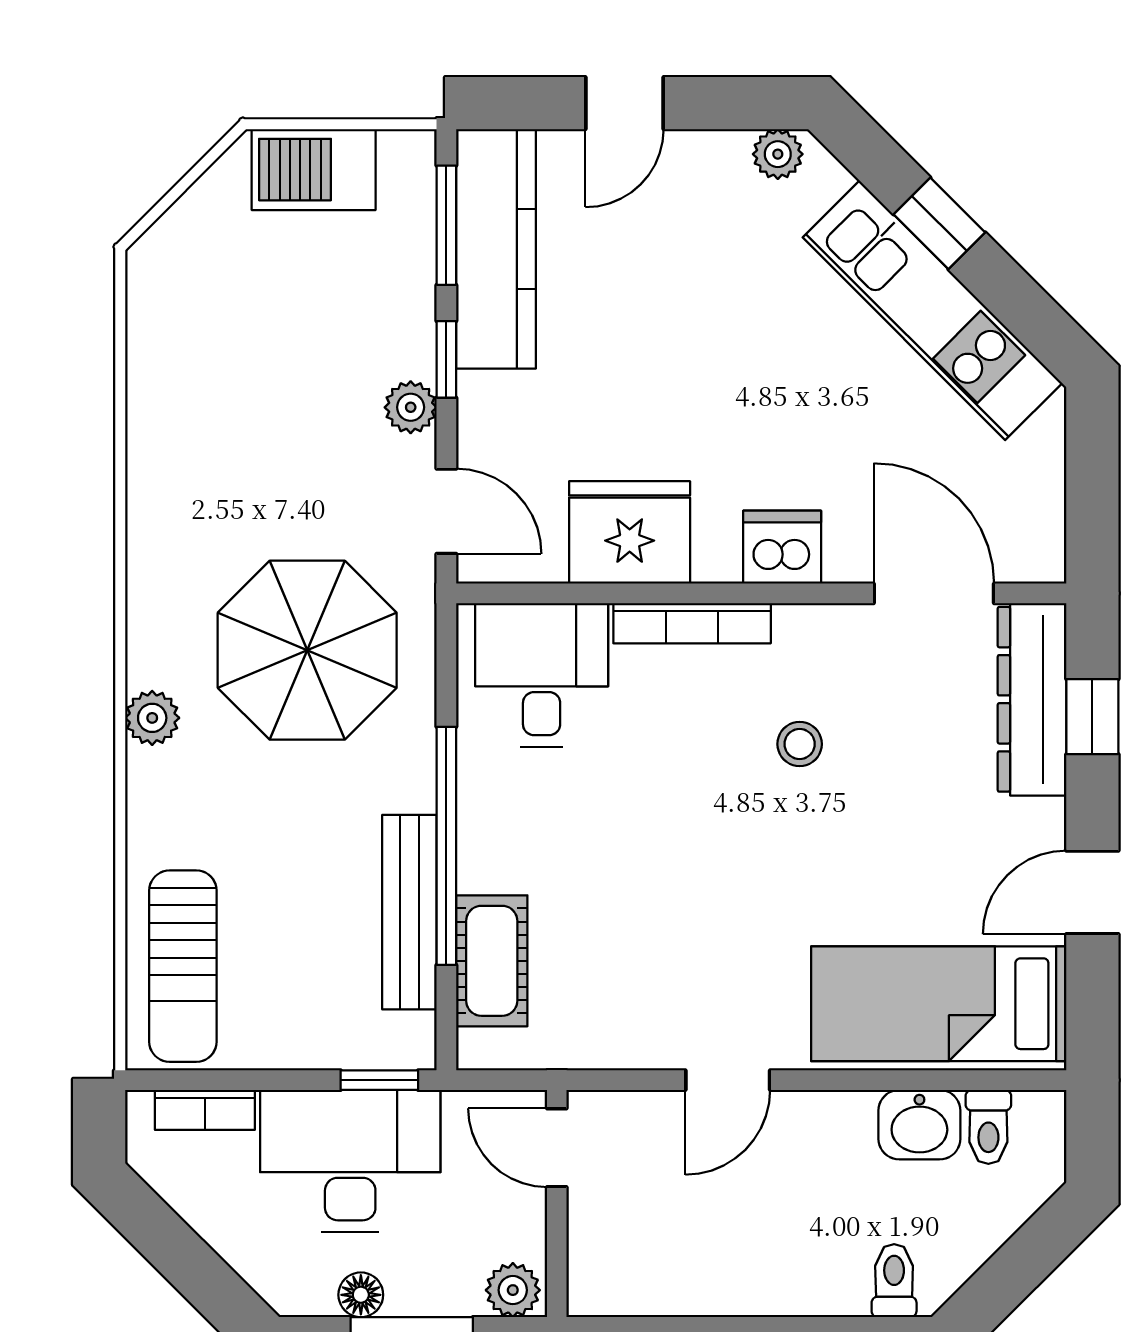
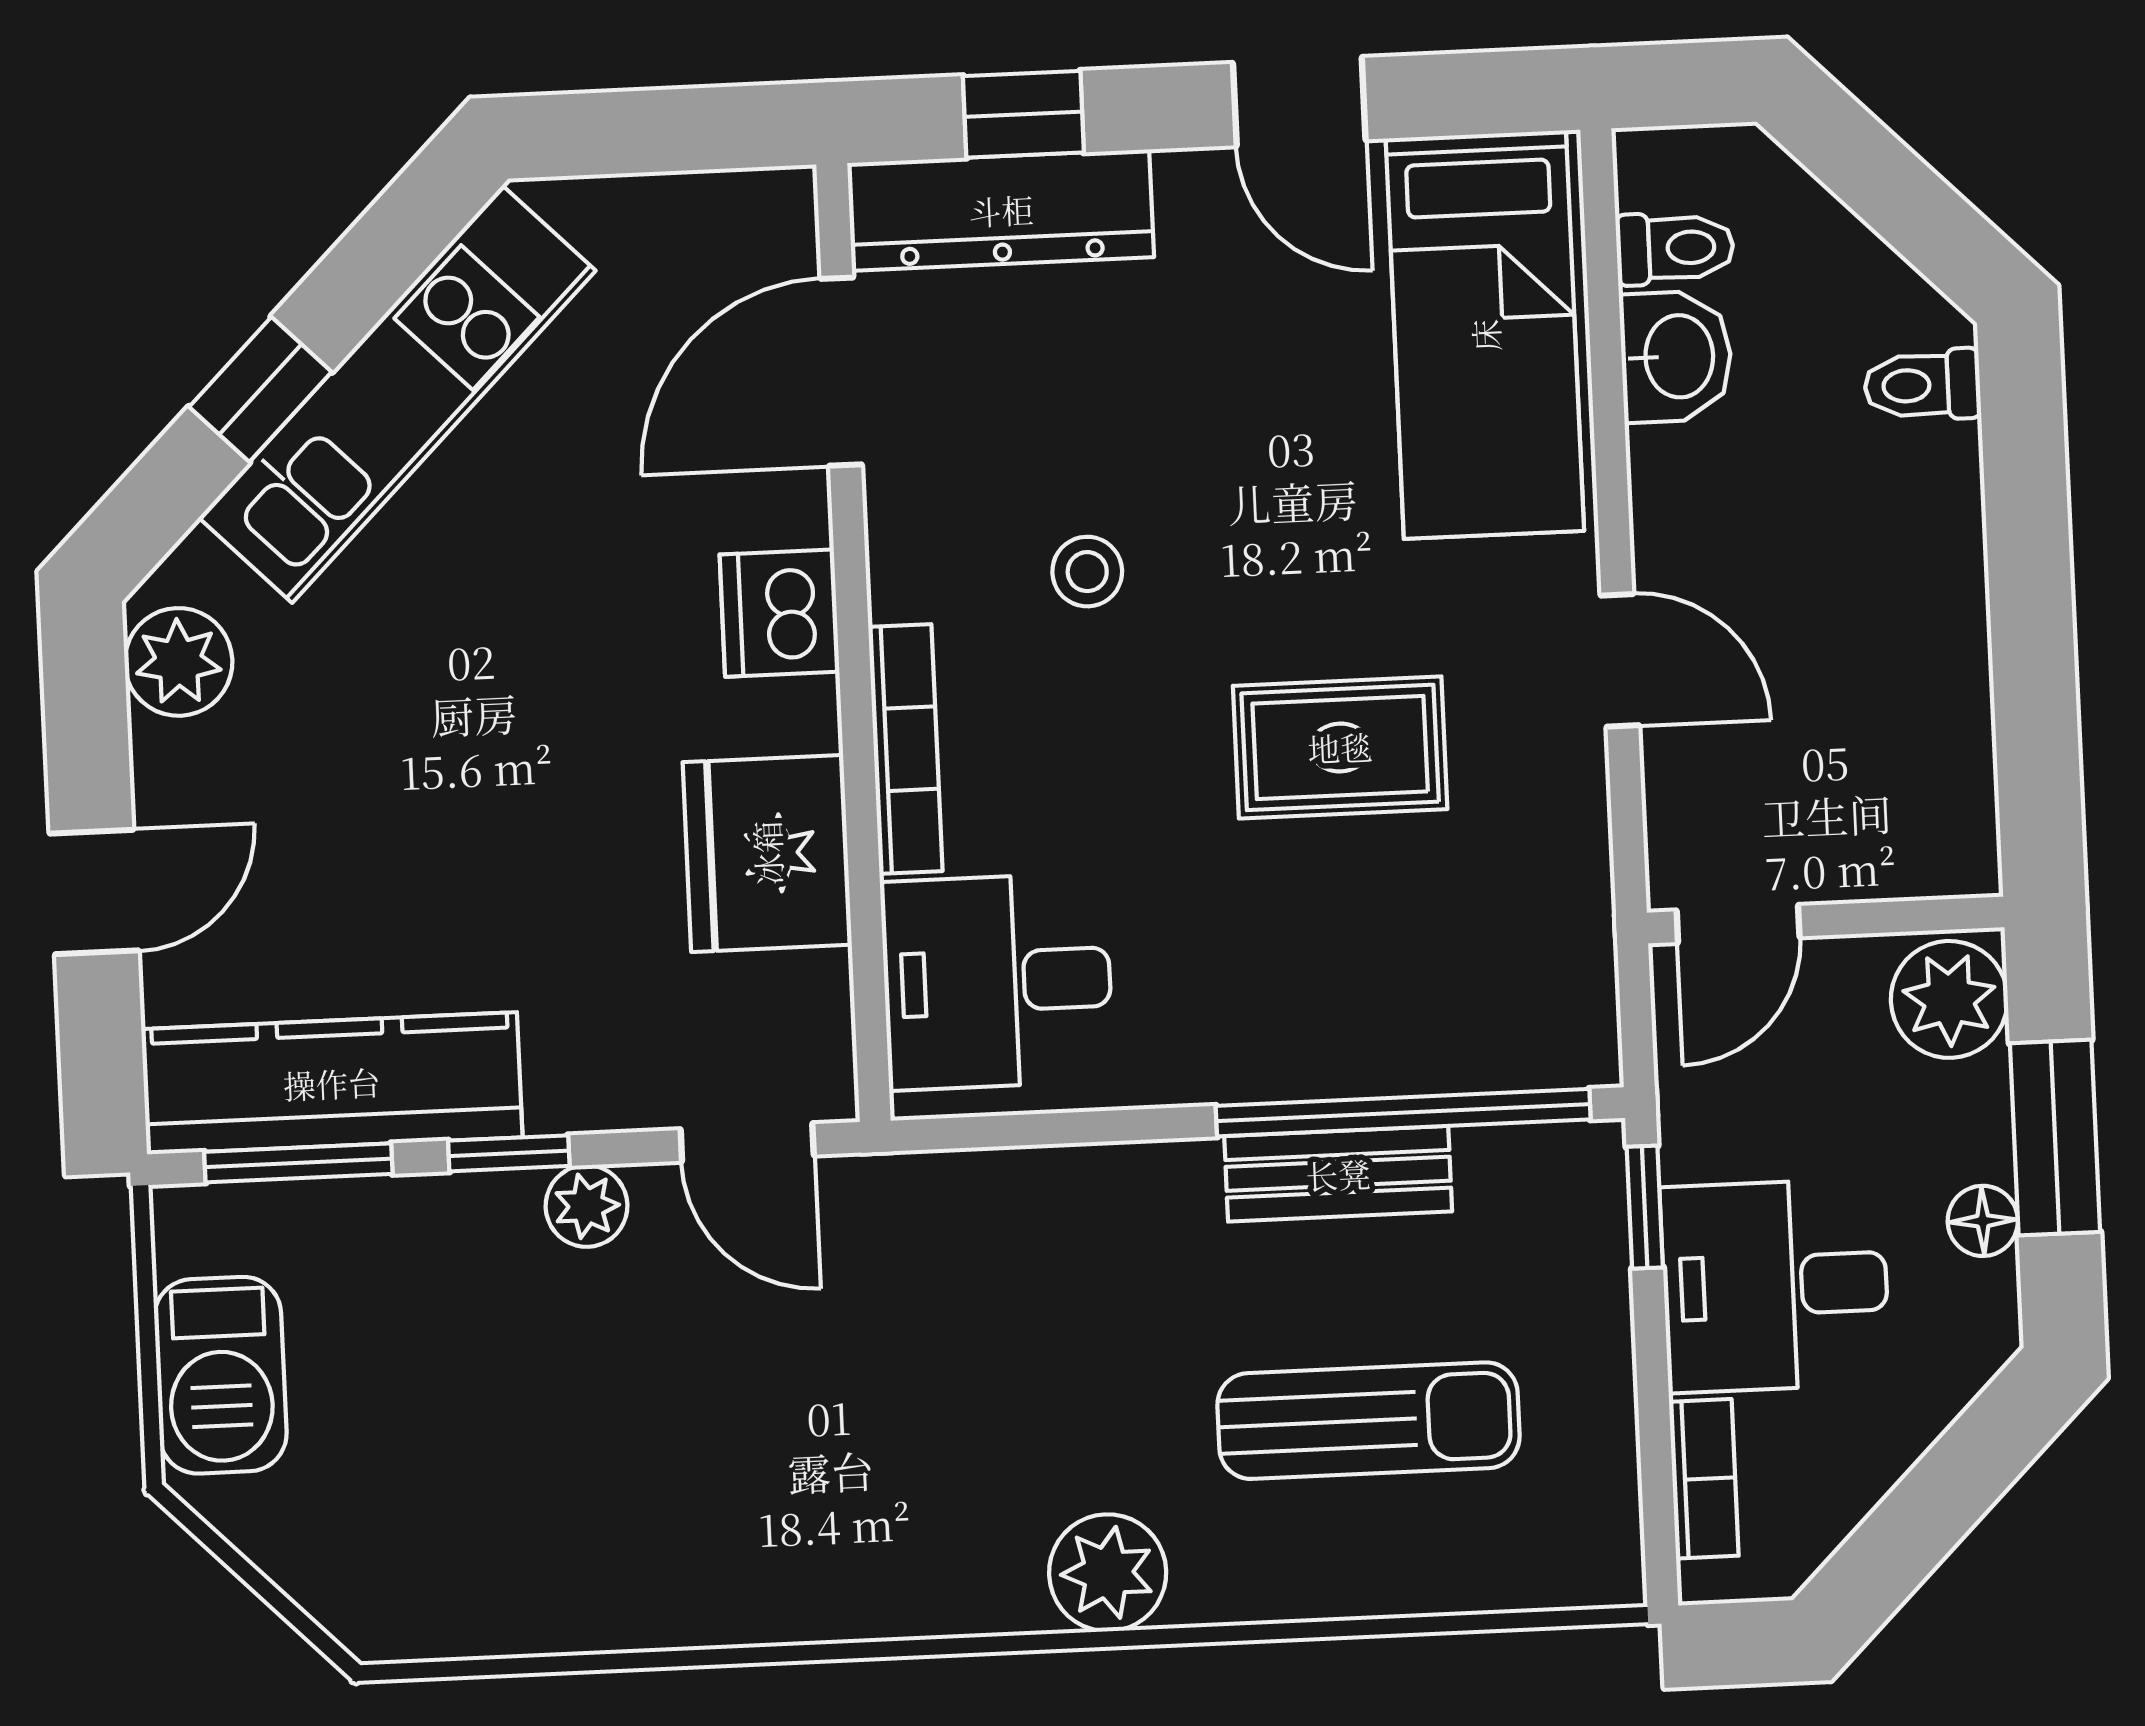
door: (624, 103) -> (94, 892), hinge flipped
plant: (778, 154) -> (178, 662), width x1.38, depth x1.38
door: (446, 511) -> (747, 1142), swing flipped
parasol: (307, 650) -> (975, 1351), removed
plant: (152, 718) -> (1108, 1573), width x1.38, depth x1.38
window: (446, 846) -> (1403, 1113), moved
rug: (680, 900) -> (1340, 747), added
bench: (409, 912) -> (1338, 1174), width x0.73
cot: (492, 961) -> (1449, 1039), removed
sun lounger: (183, 966) -> (1368, 1421), moved
desk: (350, 1161) -> (1775, 1286), width x0.73
plant: (513, 1290) -> (1949, 999), width x1.38, depth x1.38

